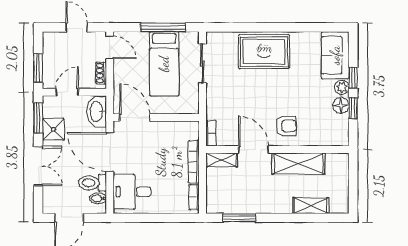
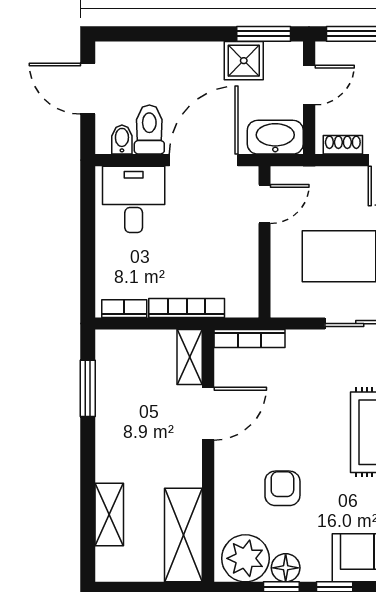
plant: (342, 88) -> (245, 558), moved, width x1.87, depth x1.87
door: (67, 92) -> (309, 85), hinge flipped
door: (135, 118) -> (265, 204), width x0.73
armchair: (286, 126) -> (282, 488), moved, turned 180
bookcase: (211, 133) -> (249, 339), width x1.56
shelving: (298, 164) -> (183, 535), moved
double door: (38, 166) -> (179, 34), removed

